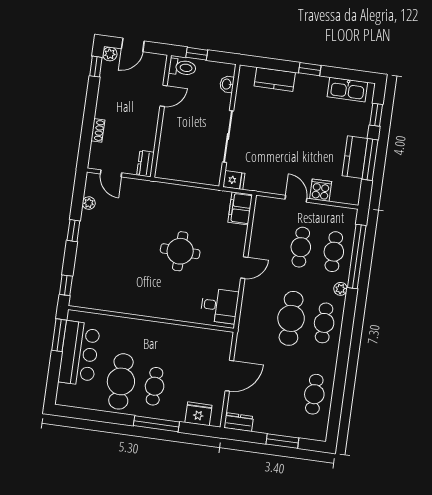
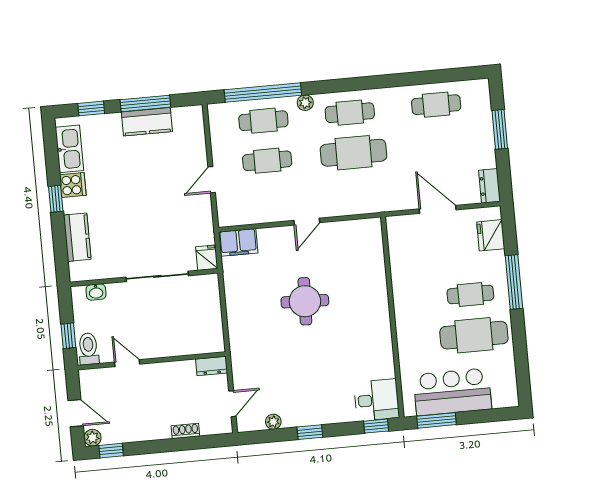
cooker: (321, 190) -> (73, 185), moved, turned 180
door: (244, 268) -> (307, 222), swing flipped
desk: (219, 306) -> (376, 400), moved, turned 90

